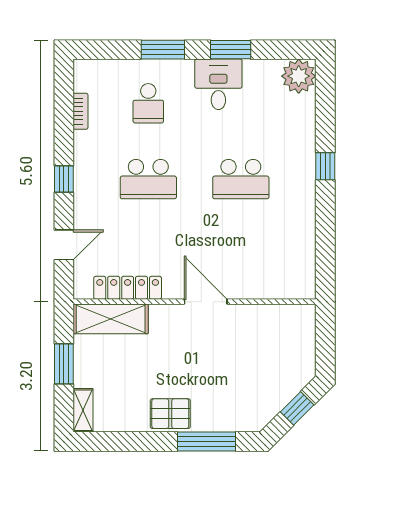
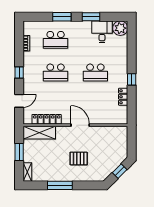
desk: (218, 84) -> (102, 32), moved
school desk: (148, 103) -> (56, 40), width x1.85
window: (325, 166) -> (132, 79), moved
locker: (305, 236) -> (123, 97), added
pallet: (170, 414) -> (79, 158), moved
window: (206, 442) -> (60, 185), moved

